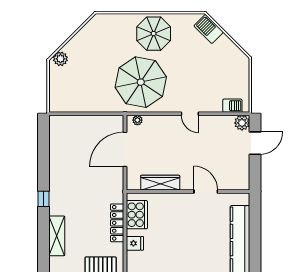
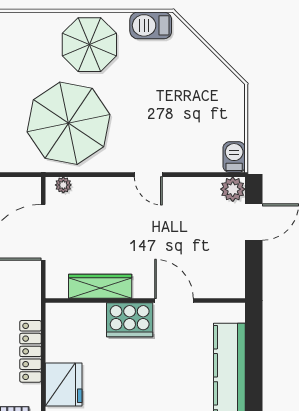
barbecue: (209, 29) -> (151, 25), moved, turned -45
barbecue: (232, 106) -> (234, 157), moved, turned -90
cooker: (137, 215) -> (130, 320), moved, turned 90
fridge: (135, 243) -> (64, 385), width x1.88, depth x1.34

